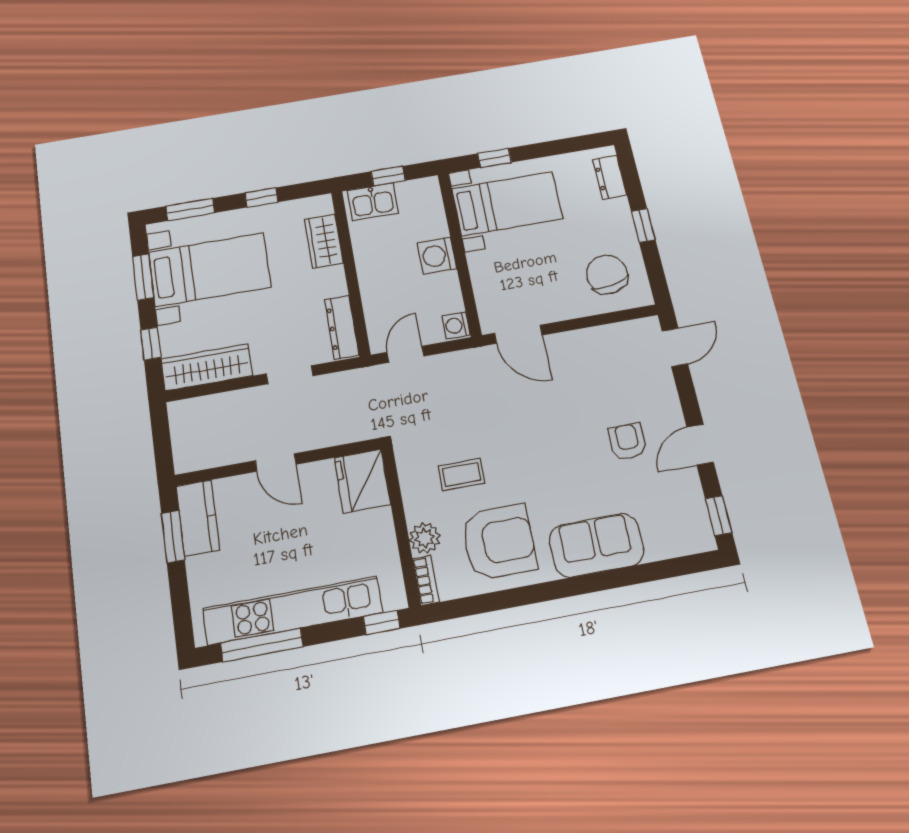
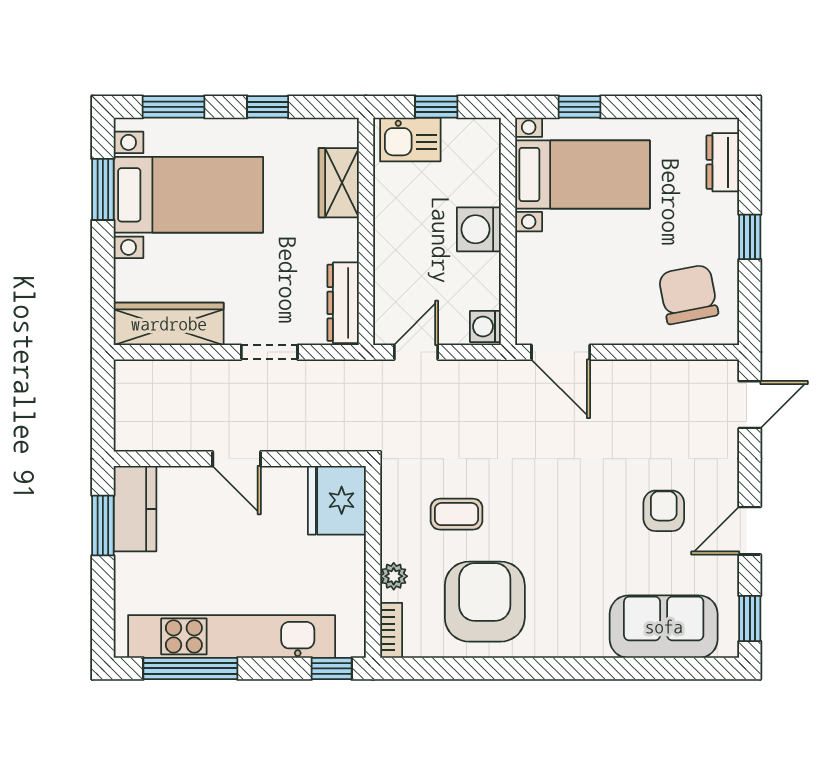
window: (151, 344) -> (103, 280), removed
plant: (425, 538) -> (394, 576), width x0.73, depth x0.73
armchair: (499, 542) -> (485, 602), turned -90
sofa: (596, 545) -> (664, 627), moved

